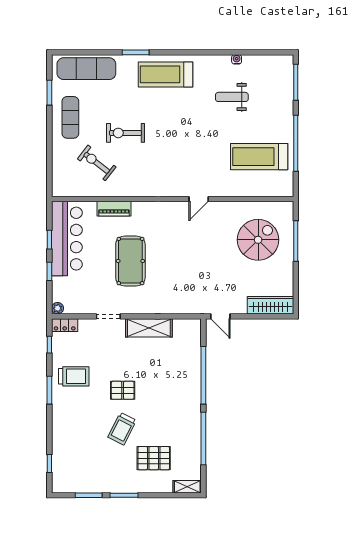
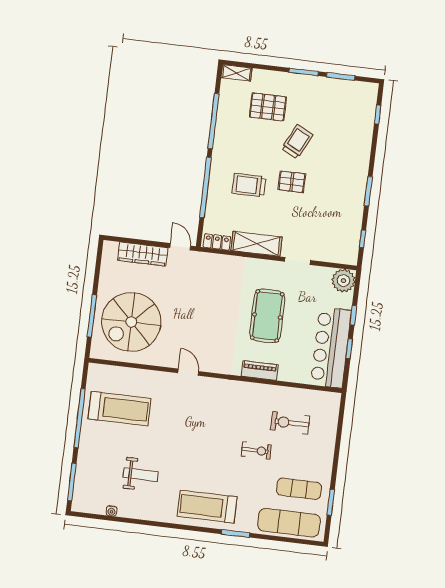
water cooler: (237, 59) -> (111, 511), moved
treadmill: (165, 74) -> (207, 507), turned 180
exercise mat: (70, 117) -> (299, 489), moved, turned 90
exercise bike: (125, 133) -> (256, 450), width x0.73, depth x0.72
exercise bike: (97, 163) -> (290, 423), turned 142
door: (199, 199) -> (188, 372), hinge flipped
piano: (114, 209) -> (260, 371), moved
spiral stairs: (258, 240) -> (131, 322), width x1.37, depth x1.37
wardrobe: (271, 305) -> (143, 254), moved
plant: (58, 308) -> (343, 281), width x1.87, depth x1.87
locker: (65, 325) -> (217, 242), moved
trolley: (74, 376) -> (249, 185), moved

